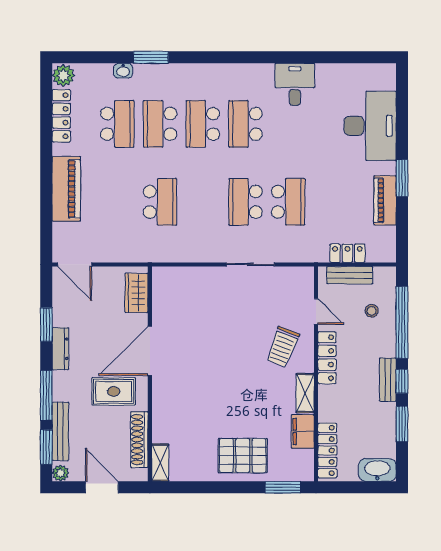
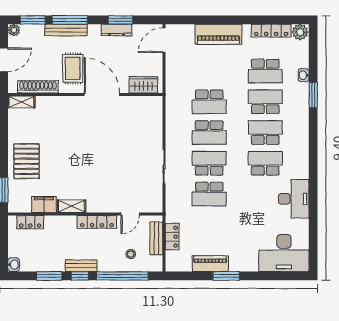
desk: (295, 84) -> (294, 199), width x1.37
desk: (370, 126) -> (284, 253), moved
school desk: (203, 202) -> (209, 133), added
trolley: (283, 347) -> (105, 190), removed
dresser: (60, 349) -> (117, 30), moved
bench: (60, 431) -> (66, 30), moved
locker: (327, 450) -> (30, 222), width x0.66
washbasin: (377, 470) -> (14, 265), width x0.52, depth x0.69

